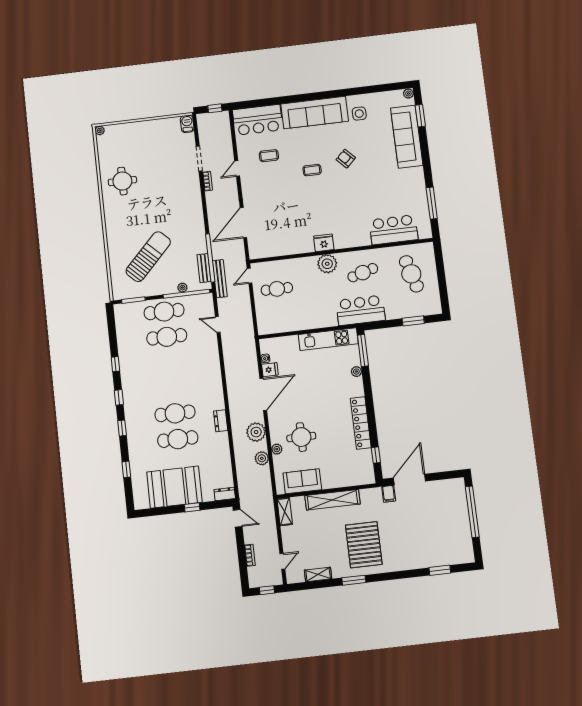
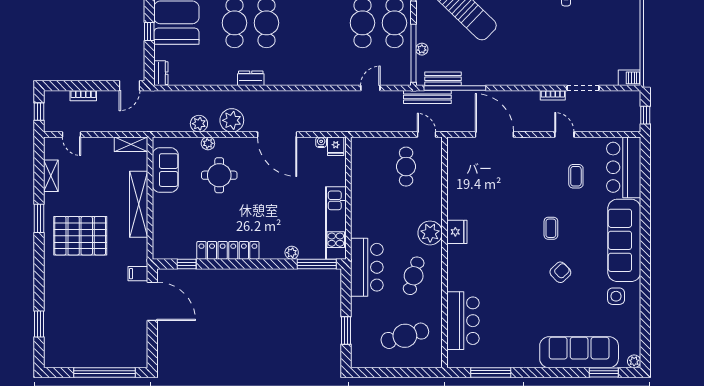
cafe table: (363, 273) -> (414, 276), turned 32
fridge: (270, 370) -> (336, 146), moved

